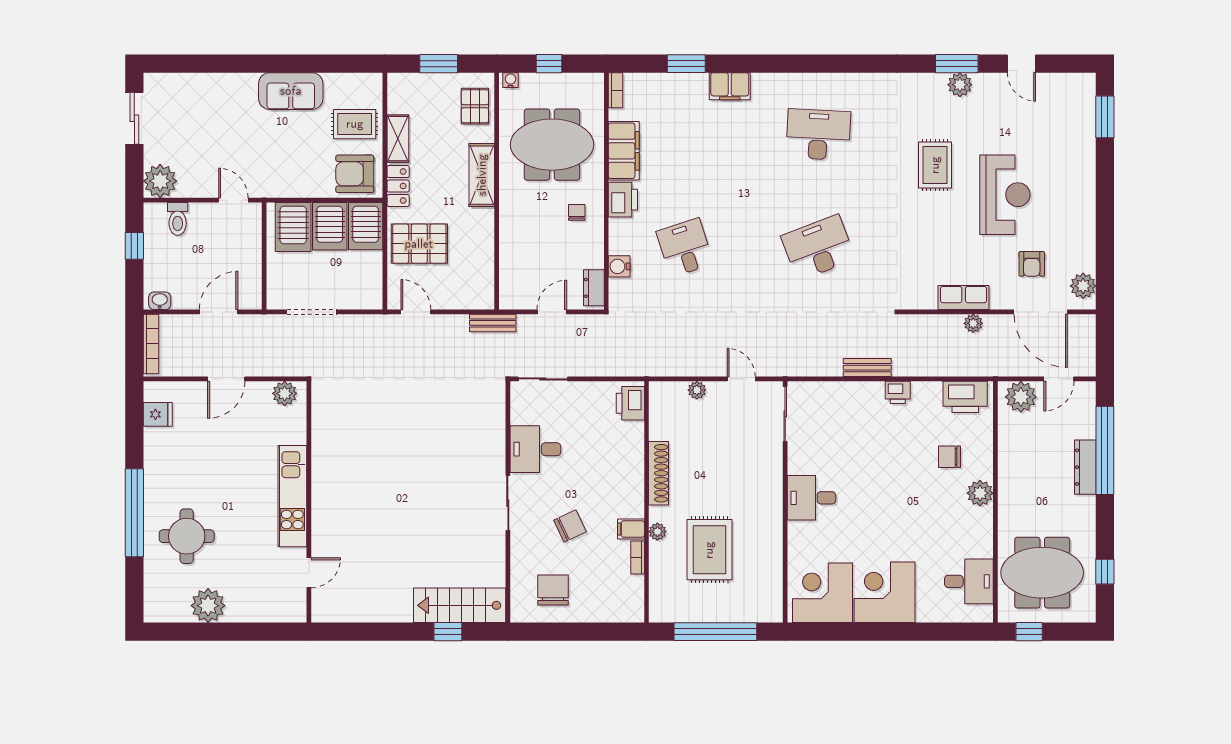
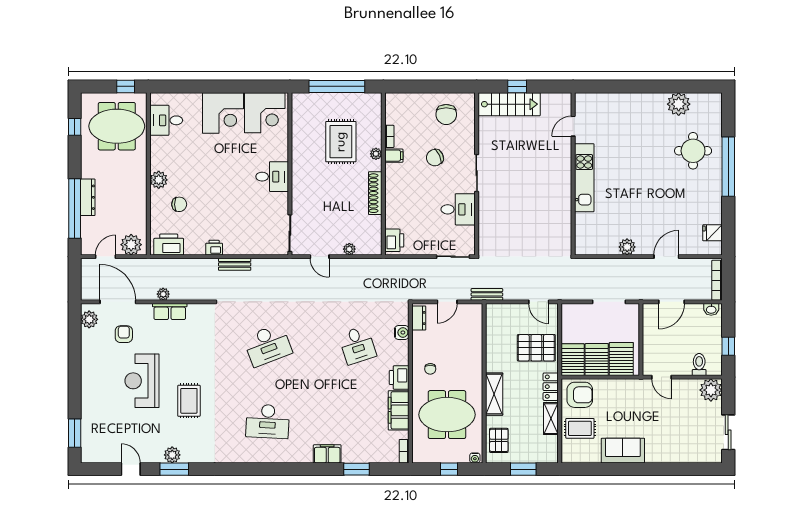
kitchen unit: (292, 496) -> (584, 178), moved
wall: (309, 502) -> (573, 174), moved
door: (309, 573) -> (573, 126), moved

